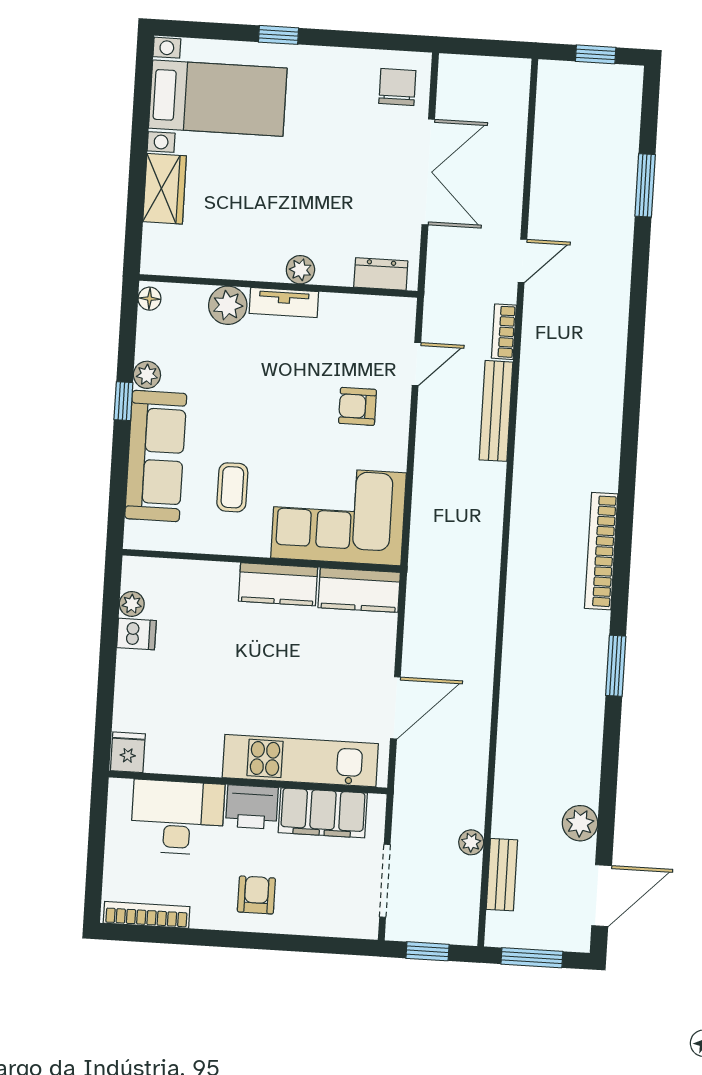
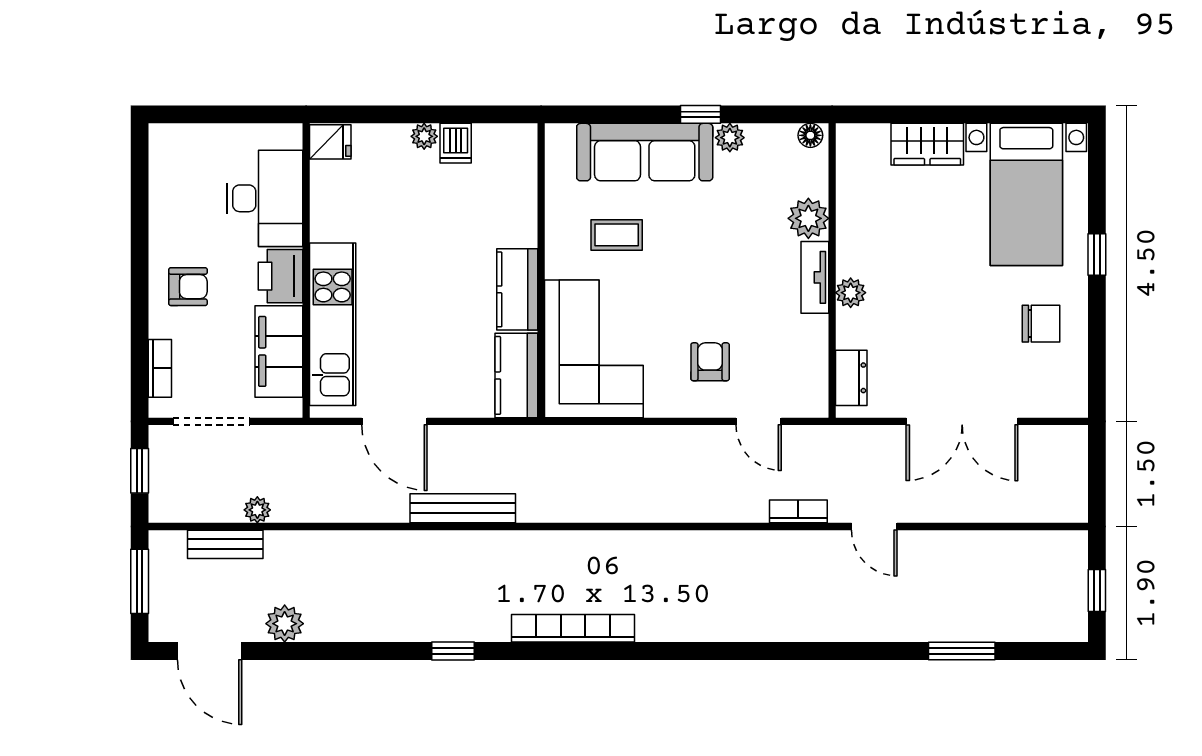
chair: (397, 87) -> (1041, 324), moved
bench: (496, 411) -> (463, 508), moved
plant: (132, 604) -> (424, 136), moved
window: (616, 666) -> (453, 651), width x0.67
bookcase: (147, 915) -> (160, 368), moved, width x0.64

